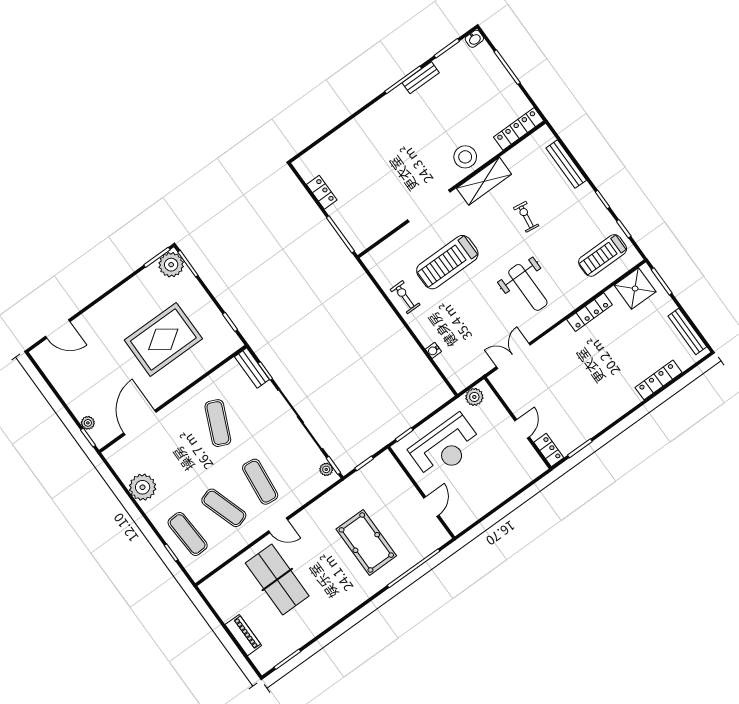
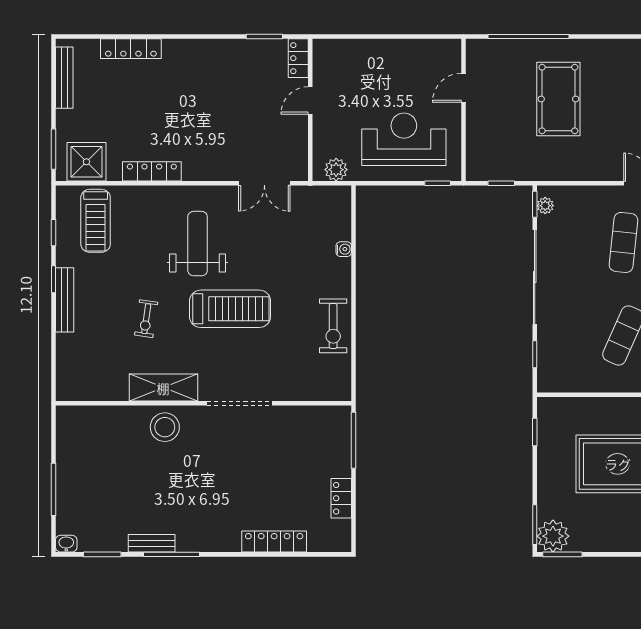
locker: (519, 129) -> (274, 542), moved, turned 180
bench: (566, 164) -> (65, 300), moved
treadmill: (603, 255) -> (96, 221), turned 90
treadmill: (447, 262) -> (230, 309), moved
exercise bike: (405, 297) -> (333, 326), width x1.38, depth x1.39
bench: (252, 368) -> (546, 367), removed

